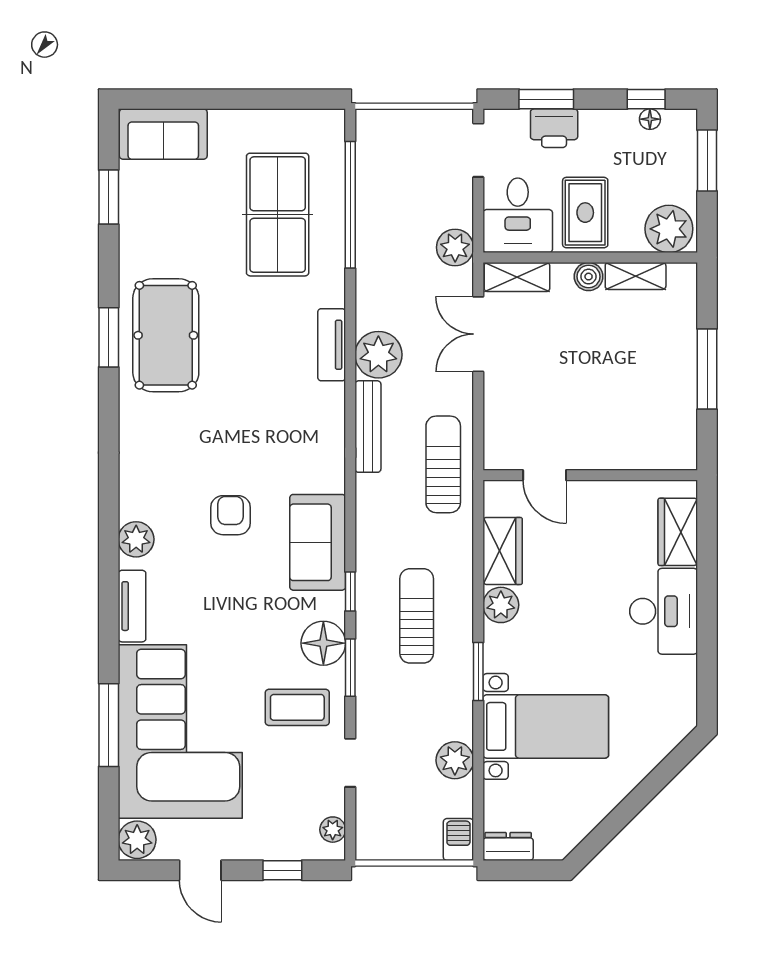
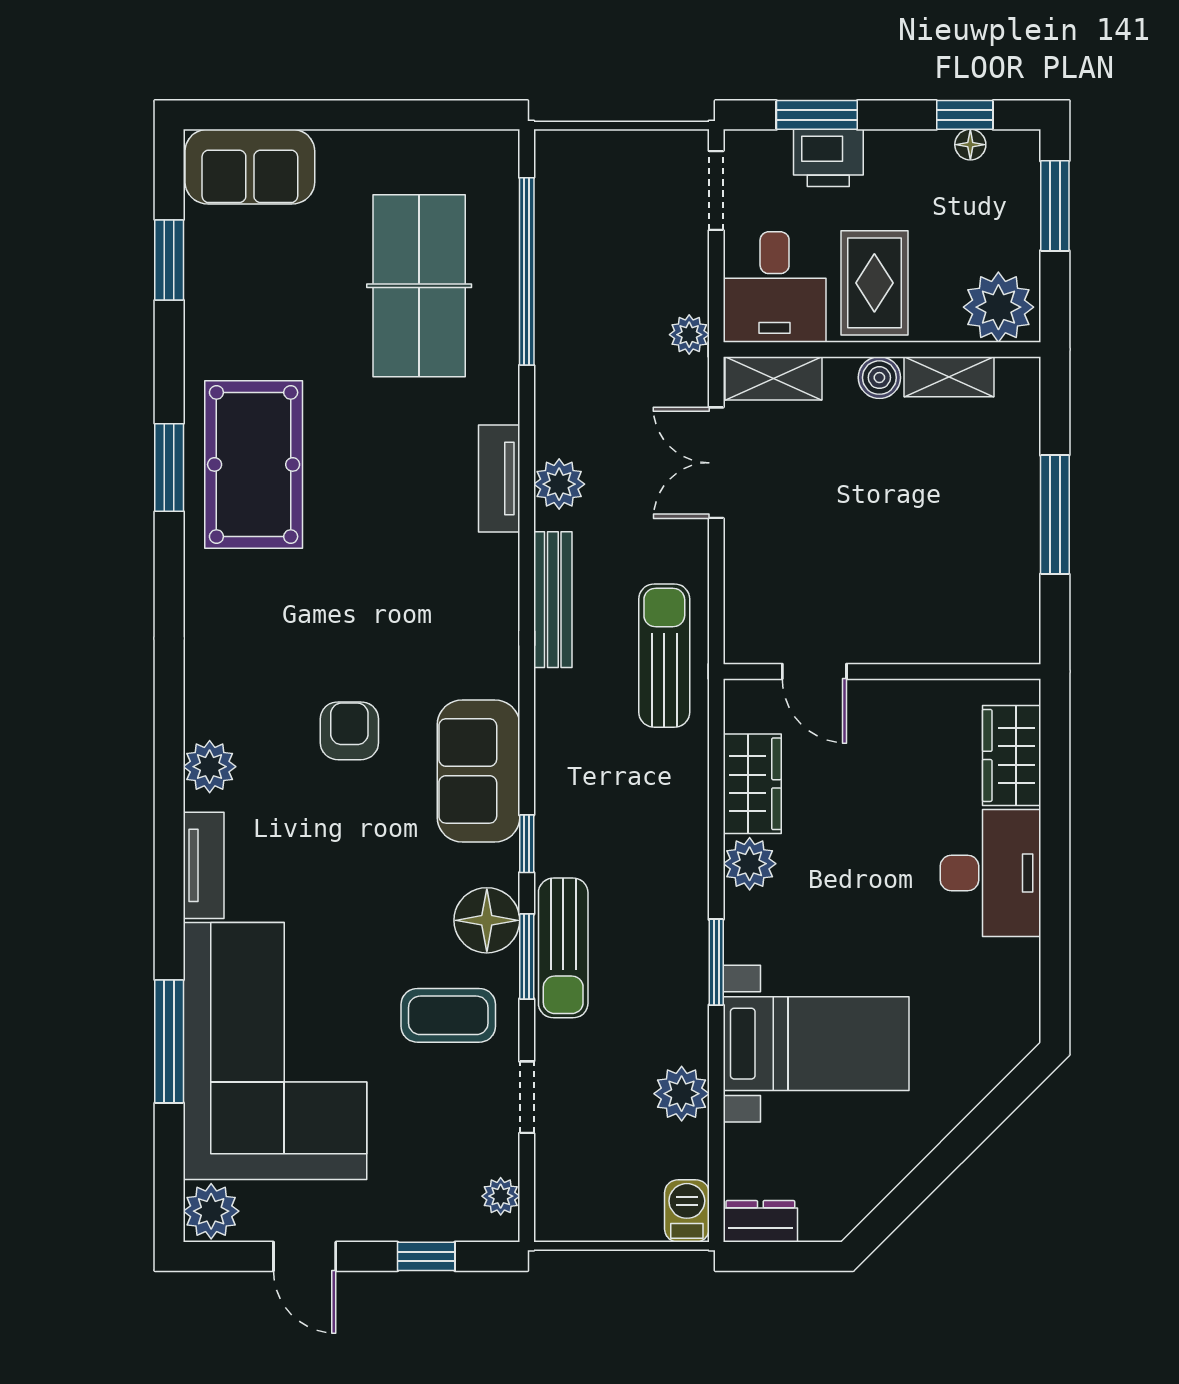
plant: (455, 247) -> (689, 335), width x0.73, depth x0.73
plant: (378, 355) -> (559, 484), width x0.73, depth x0.73
sun lounger: (417, 616) -> (563, 948), moved, turned 180

